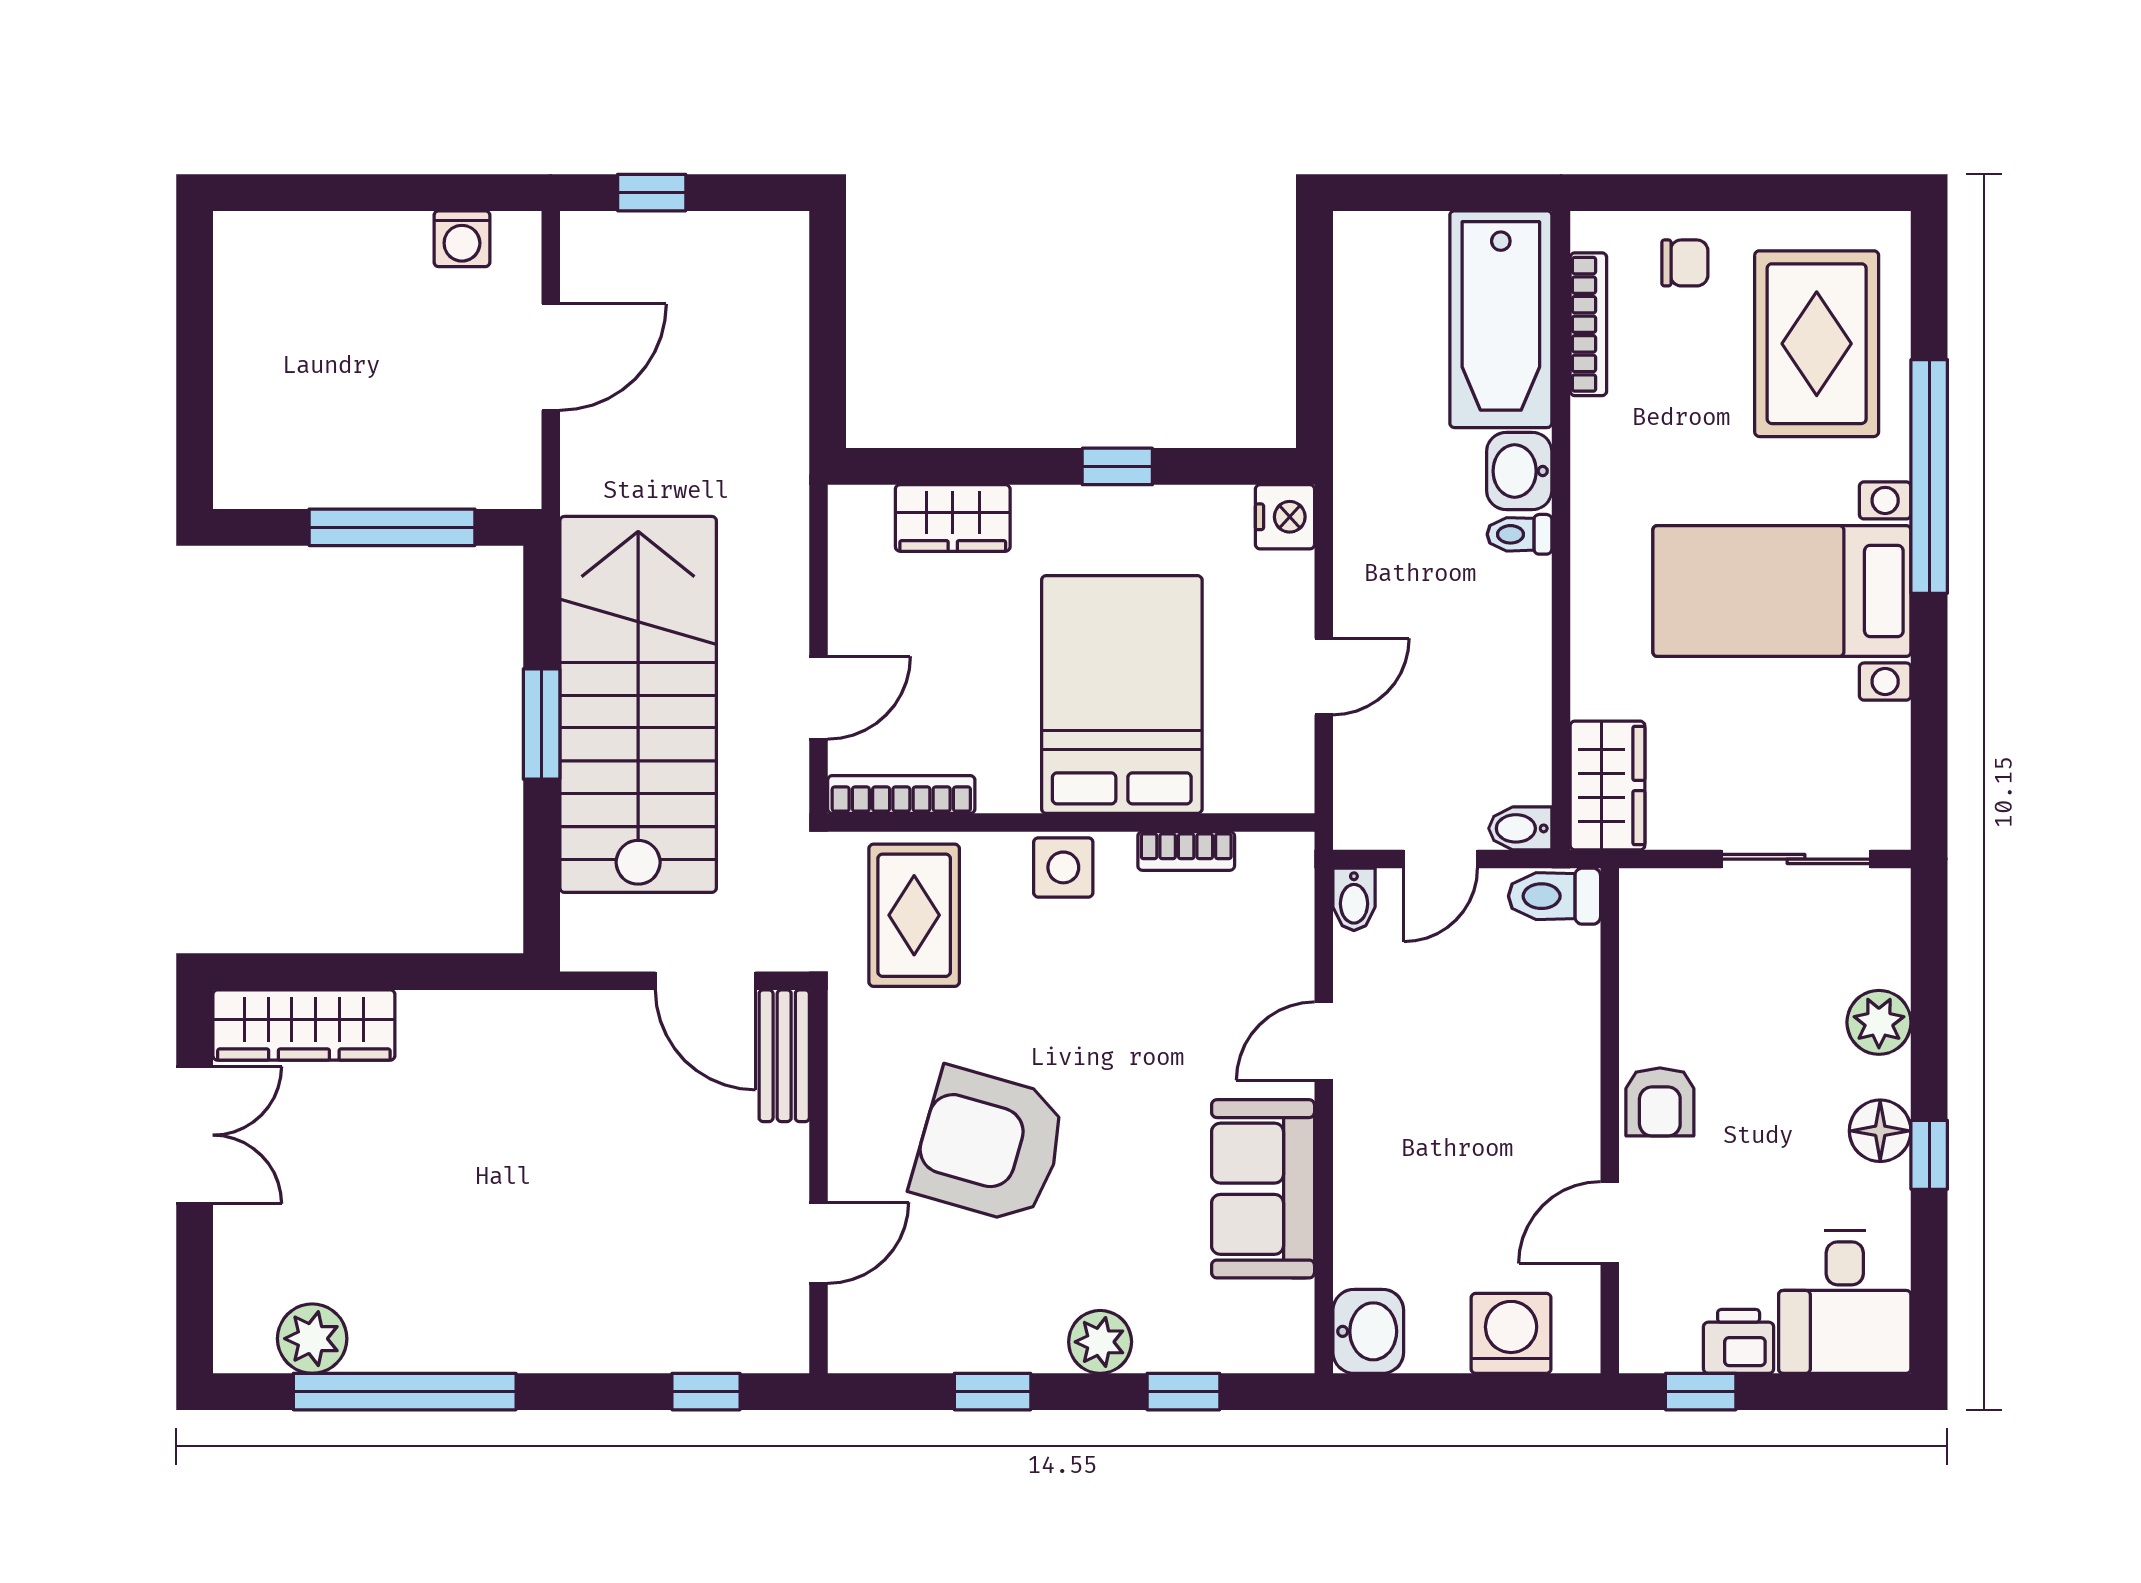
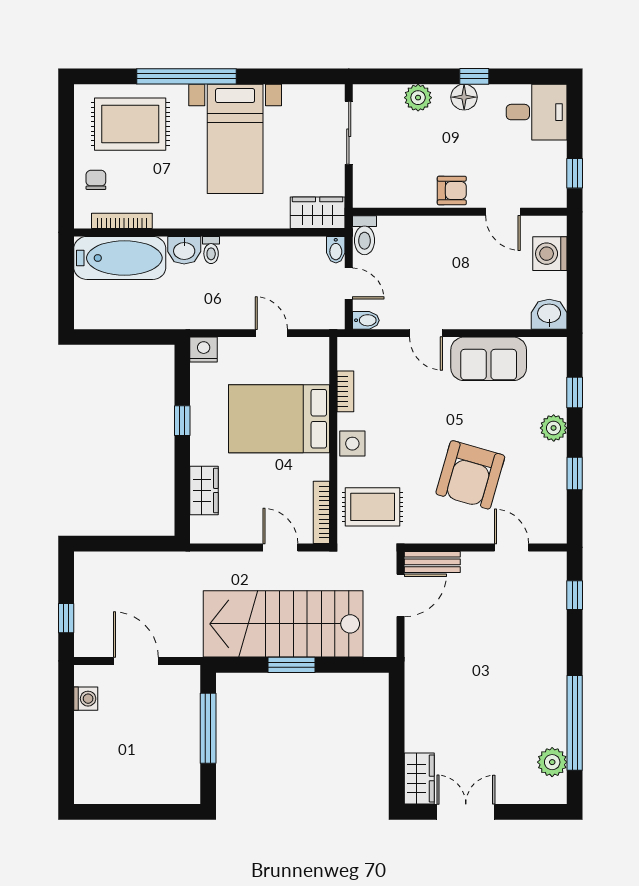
wardrobe: (304, 1025) -> (419, 779), width x0.67
printer: (1739, 1341) -> (553, 157), removed

